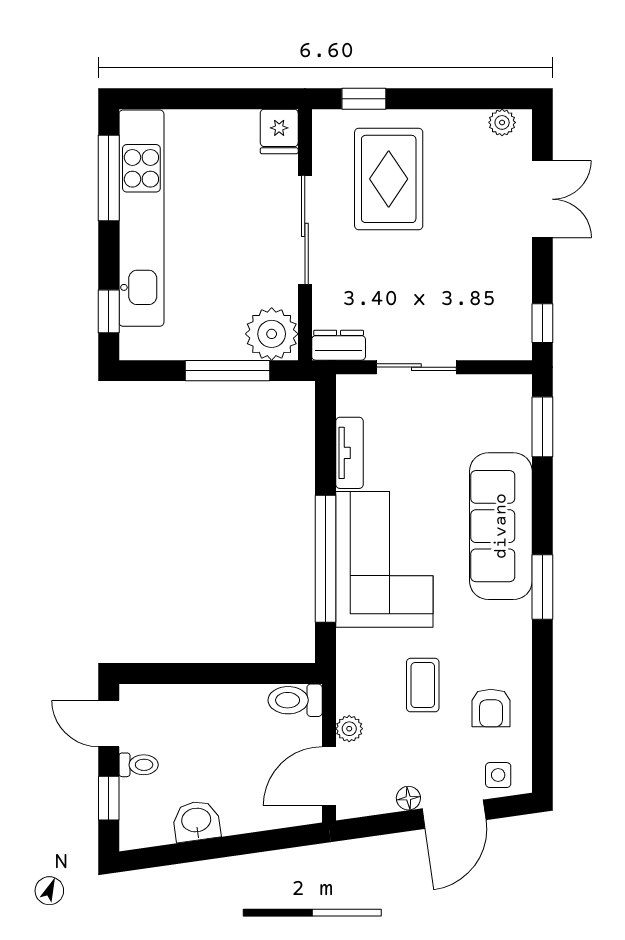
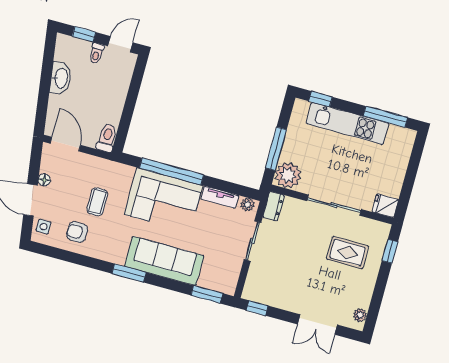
rug: (389, 179) -> (348, 253), width x0.73, depth x0.70
kitchen unit: (141, 218) -> (347, 123), width x0.73
coffee table: (423, 685) -> (97, 202), turned 90
plant: (349, 729) -> (247, 205), moved
washbasin: (196, 821) -> (61, 78), width x1.38

